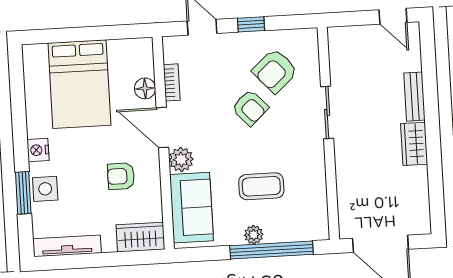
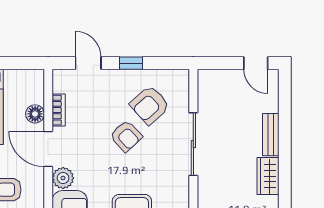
sliding door: (327, 112) -> (193, 144), width x1.37

